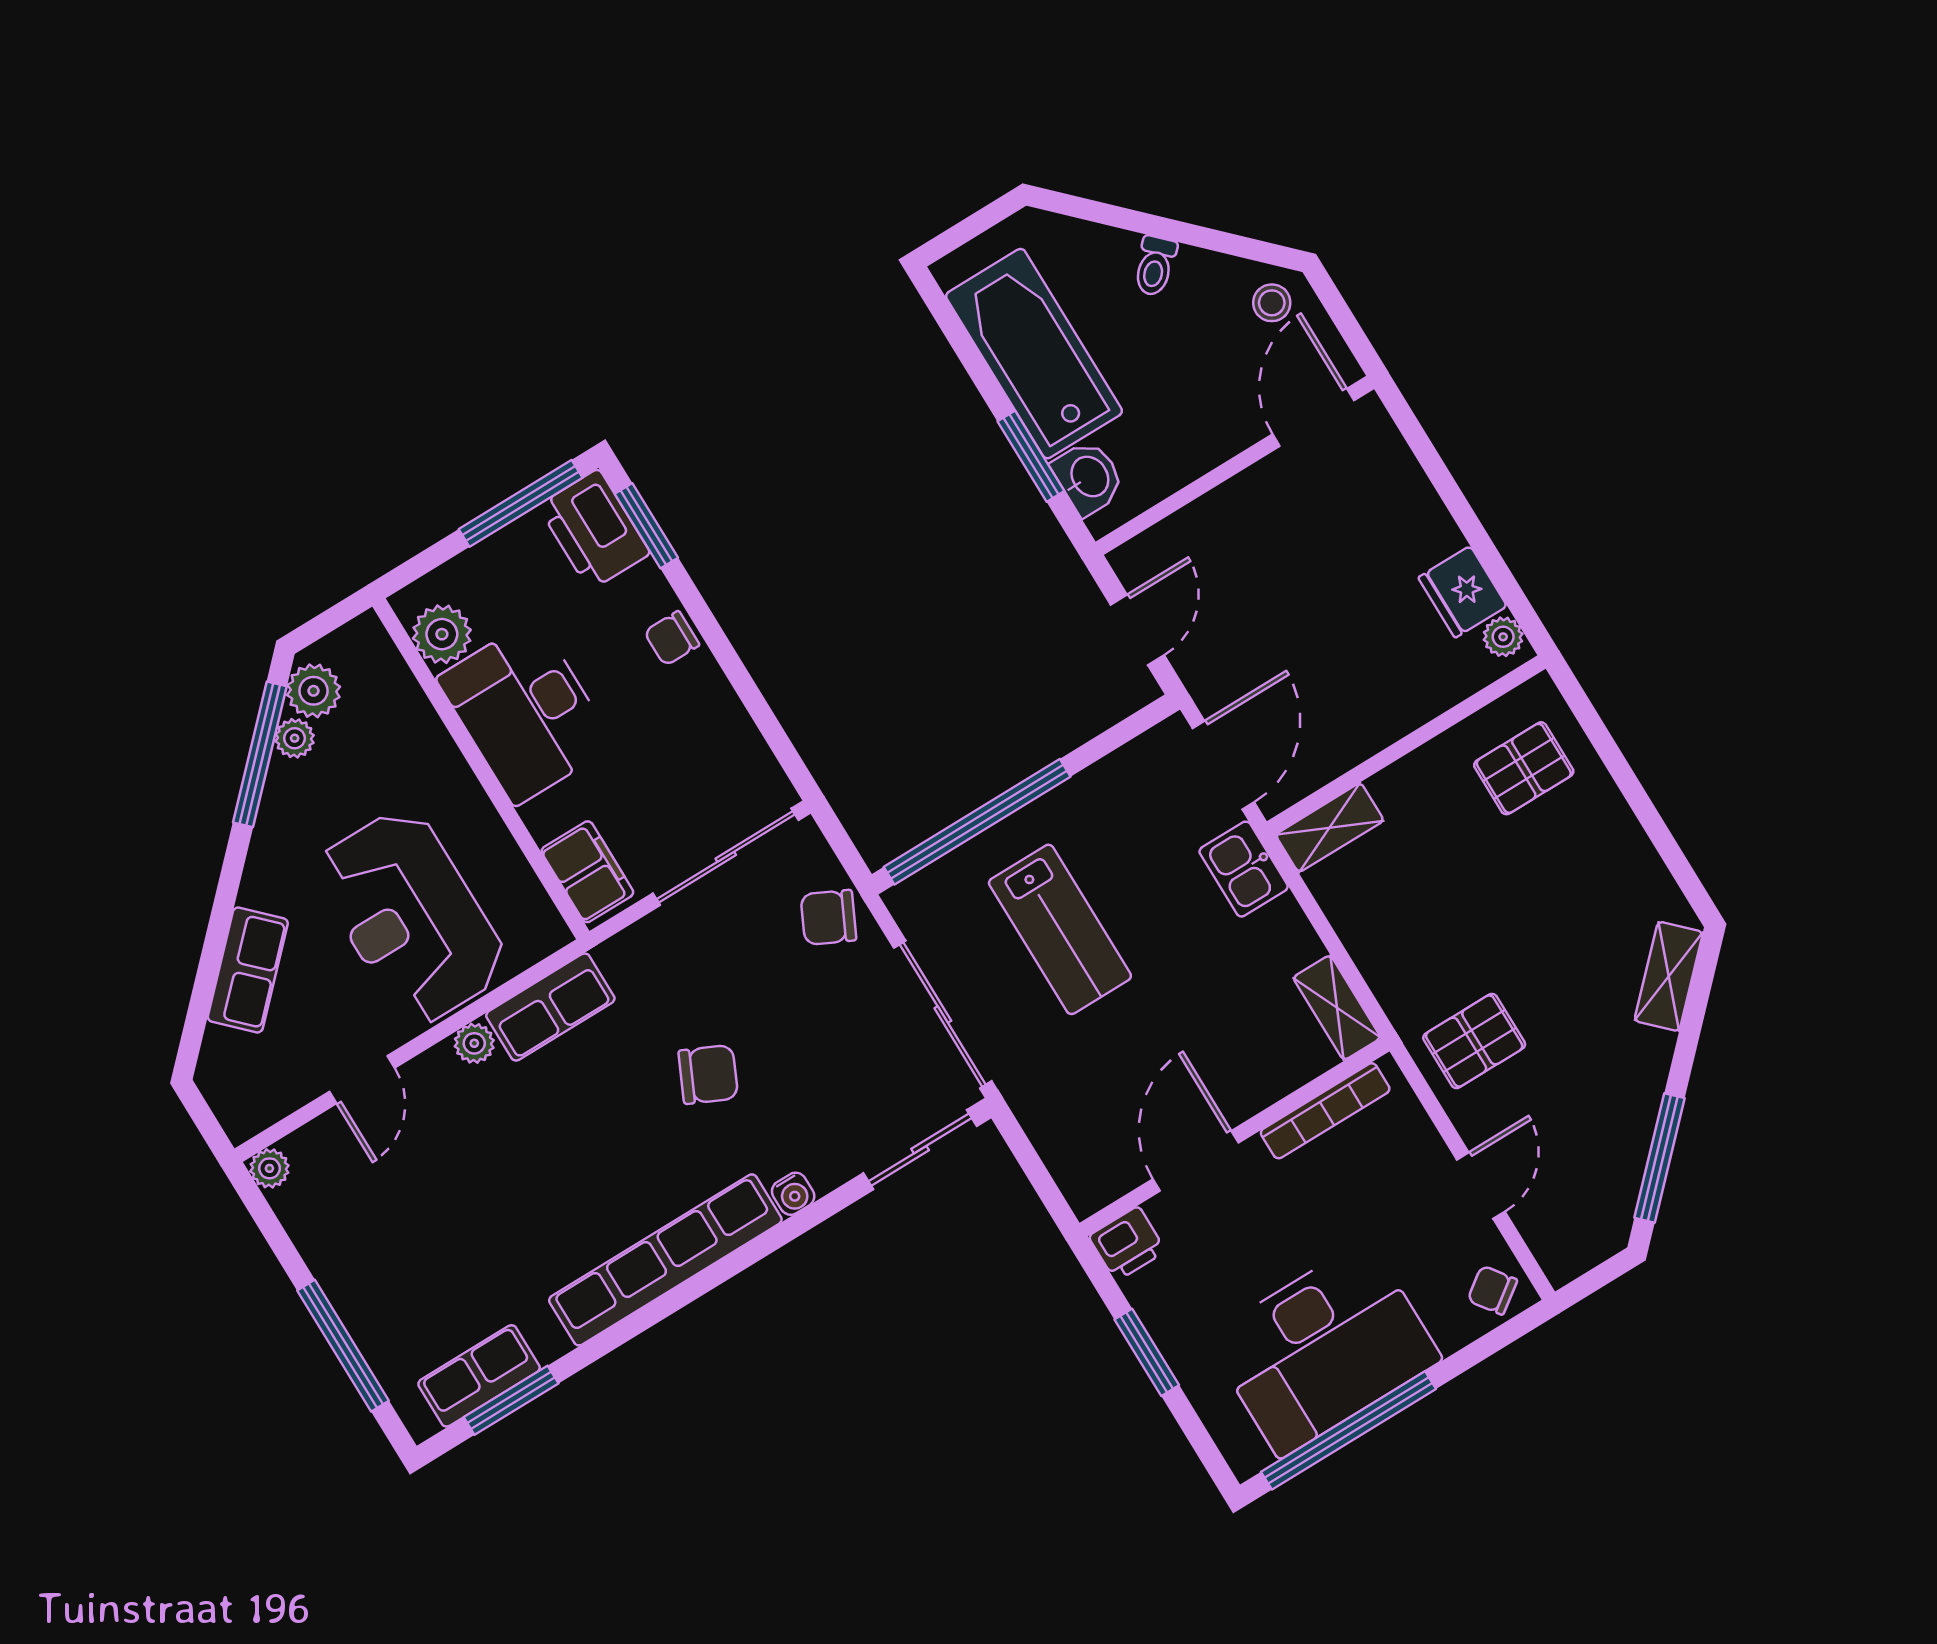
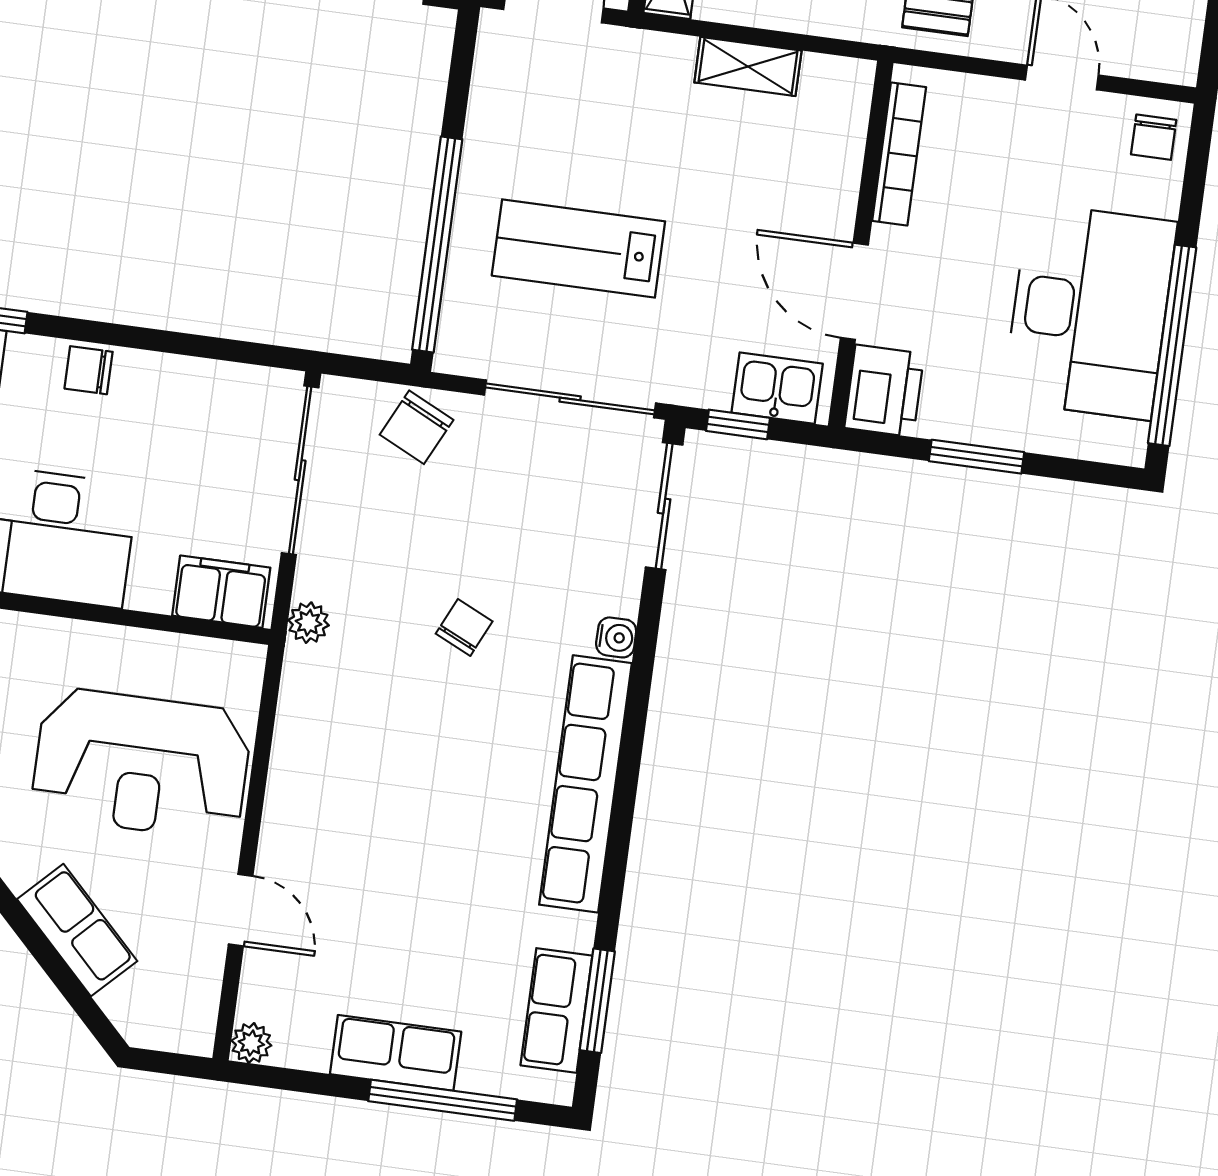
chair: (672, 638) -> (89, 370), turned 90
kitchen sink: (1244, 869) -> (777, 388), moved, turned 180
lab bench: (1060, 929) -> (578, 248), turned 180
row of seats: (550, 1007) -> (396, 1053), moved, turned -90
shelving: (1337, 1008) -> (748, 66), moved
plant: (474, 1043) -> (309, 623), moved
chair: (708, 1074) -> (464, 627), width x0.73, depth x0.73
window: (1026, 1155) -> (738, 424), added
printer: (1127, 1244) -> (884, 391), width x1.36, depth x1.24
chair: (1492, 1290) -> (1154, 137), turned -54

